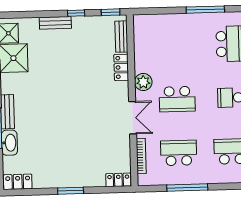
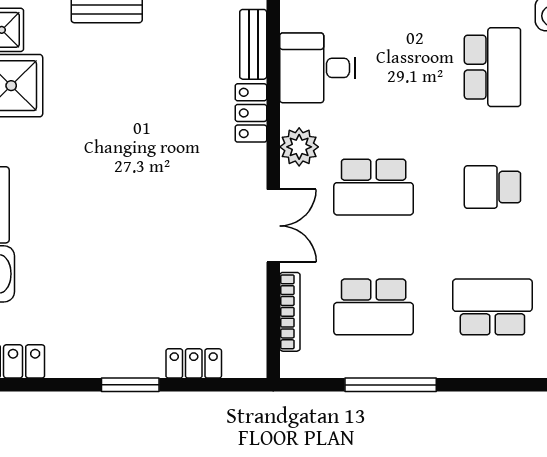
desk: (151, 46) -> (318, 68), added
school desk: (179, 153) -> (374, 307), turned 180
locker: (118, 180) -> (194, 363), moved

